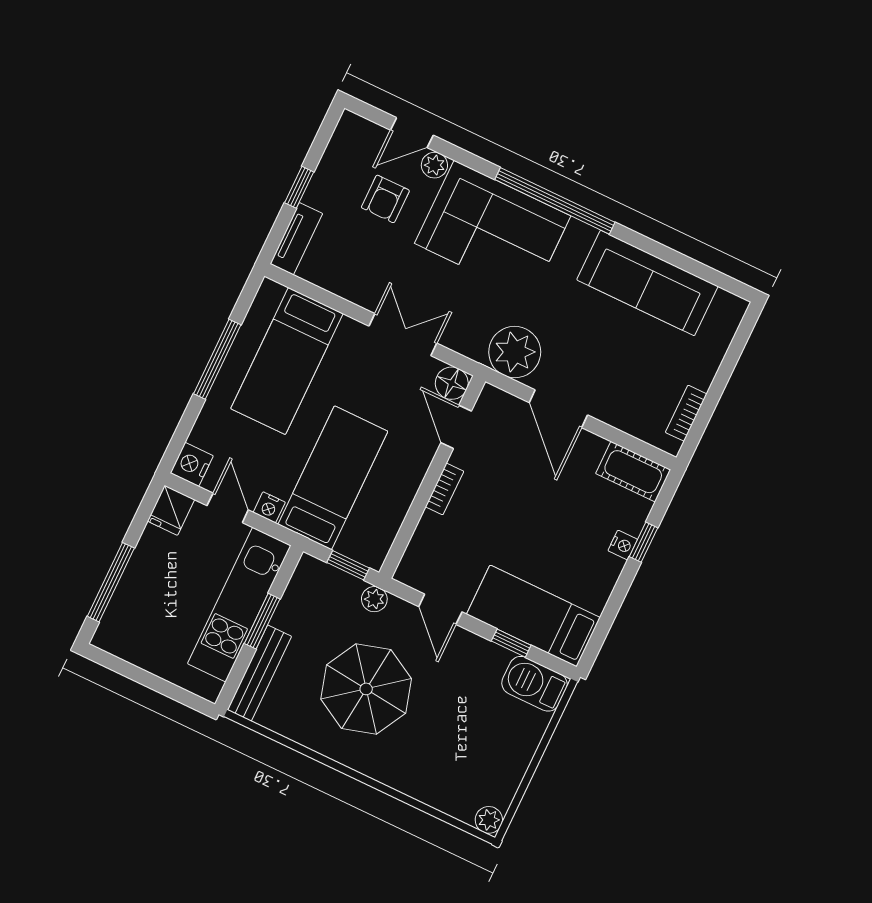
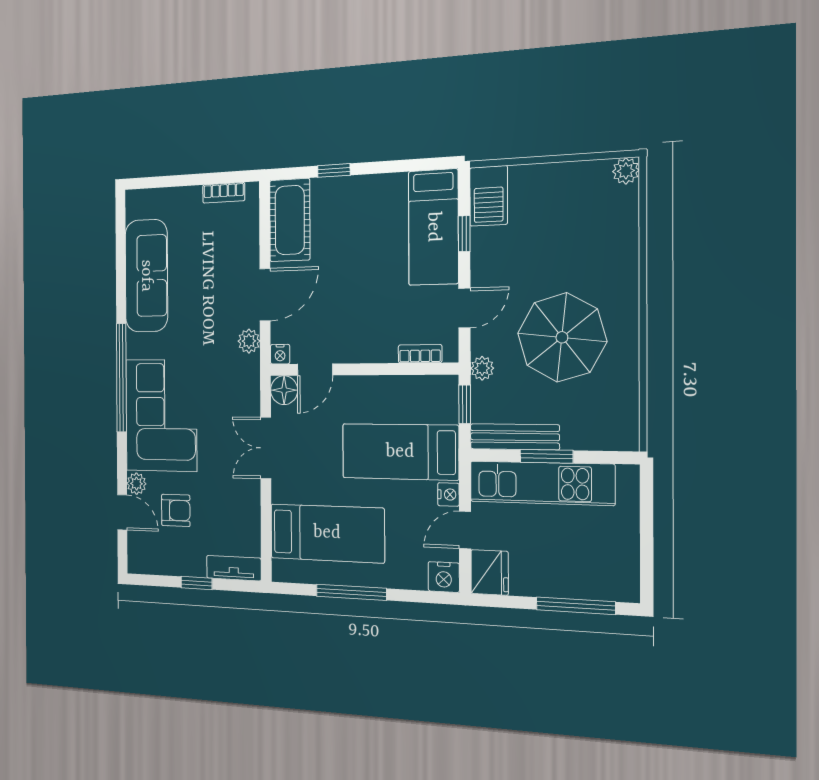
plant: (515, 352) -> (249, 341), width x0.53, depth x0.53
cot: (633, 472) -> (290, 220), width x1.37, depth x1.34
bookcase: (445, 489) -> (420, 354), moved
fridge: (171, 510) -> (490, 572), width x1.38
nightstand: (623, 545) -> (280, 354), moved, turned 180
bench: (259, 673) -> (515, 437), moved

